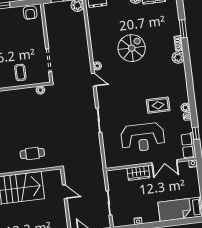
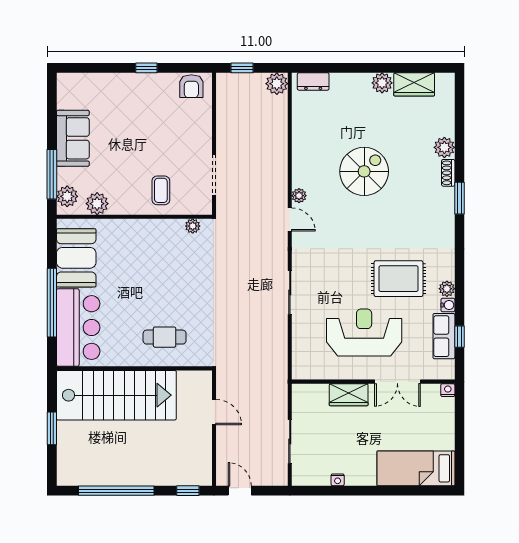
window: (183, 29) -> (459, 198), moved
plant: (178, 57) -> (444, 147), moved
rug: (158, 105) -> (398, 279), width x1.36, depth x1.43
reception desk: (143, 137) -> (364, 333), turned 180
row of seats: (189, 146) -> (444, 336), moved

